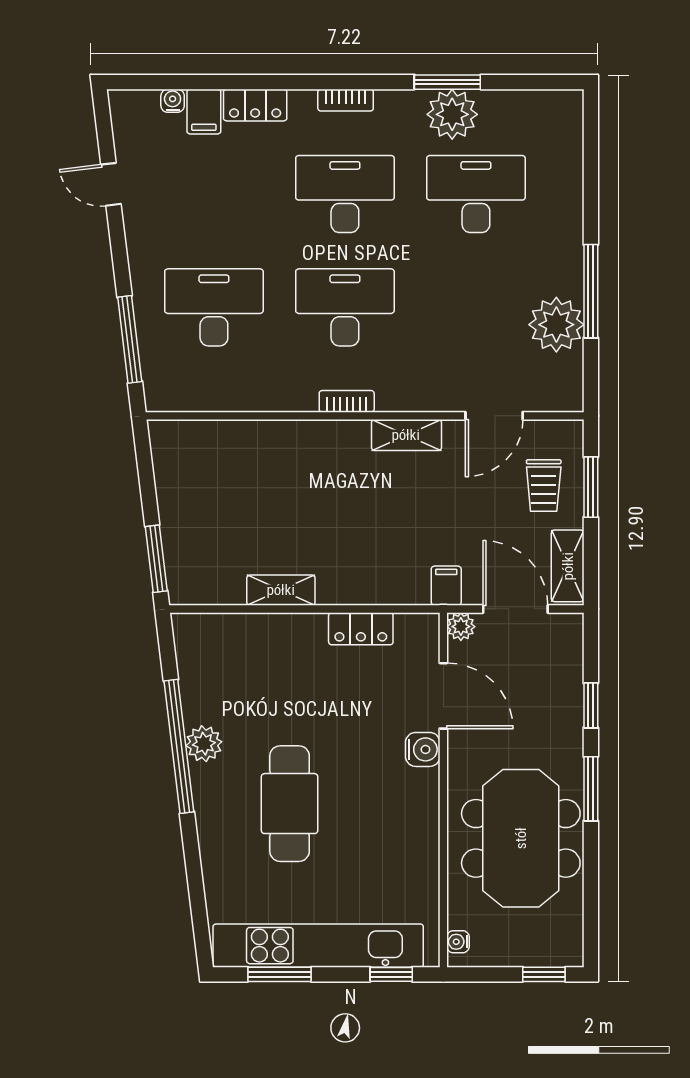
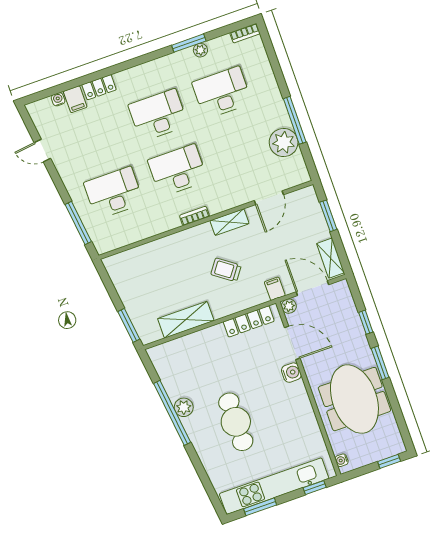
bookcase: (346, 100) -> (245, 33), moved
plant: (452, 114) -> (200, 50), width x0.53, depth x0.53
trolley: (544, 486) -> (226, 270), moved, turned 126
shelving: (281, 590) -> (186, 320), width x1.50, depth x1.33
locker: (361, 629) -> (249, 321), width x1.53

